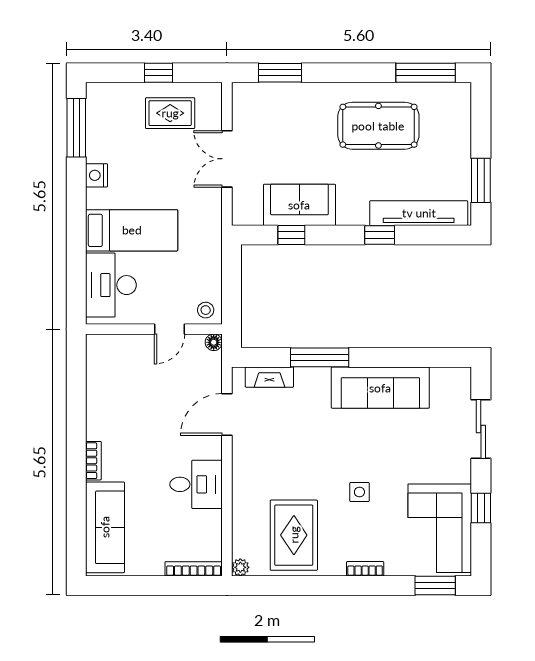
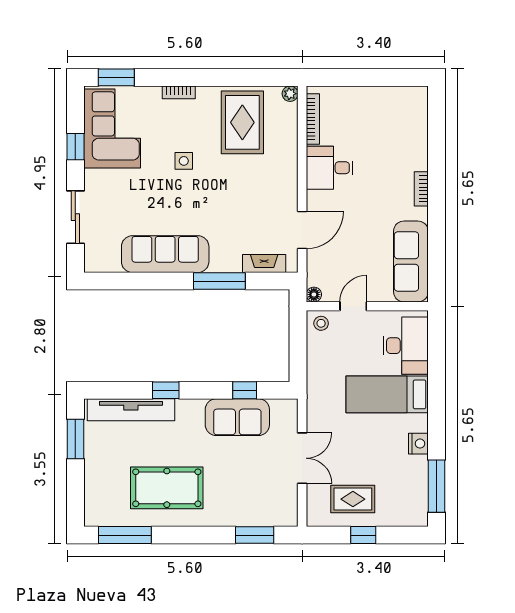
sofa: (105, 527) -> (411, 261), moved
bookcase: (194, 569) -> (313, 119), moved, turned -90

